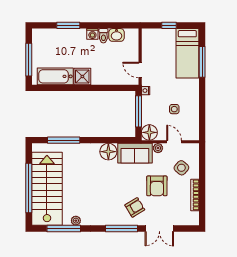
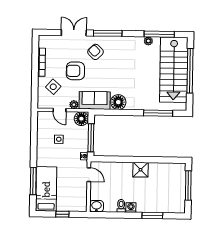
washbasin: (117, 35) -> (96, 206), moved
bathtub: (55, 76) -> (165, 170), removed
armchair: (157, 186) -> (75, 71), turned -90
armchair: (135, 207) -> (95, 52), turned 76

